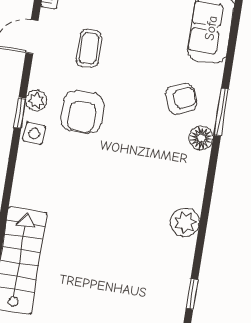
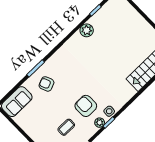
armchair: (83, 112) -> (86, 106), turned -90
floor lamp: (201, 138) -> (50, 64), removed
plant: (185, 222) -> (87, 30), moved

